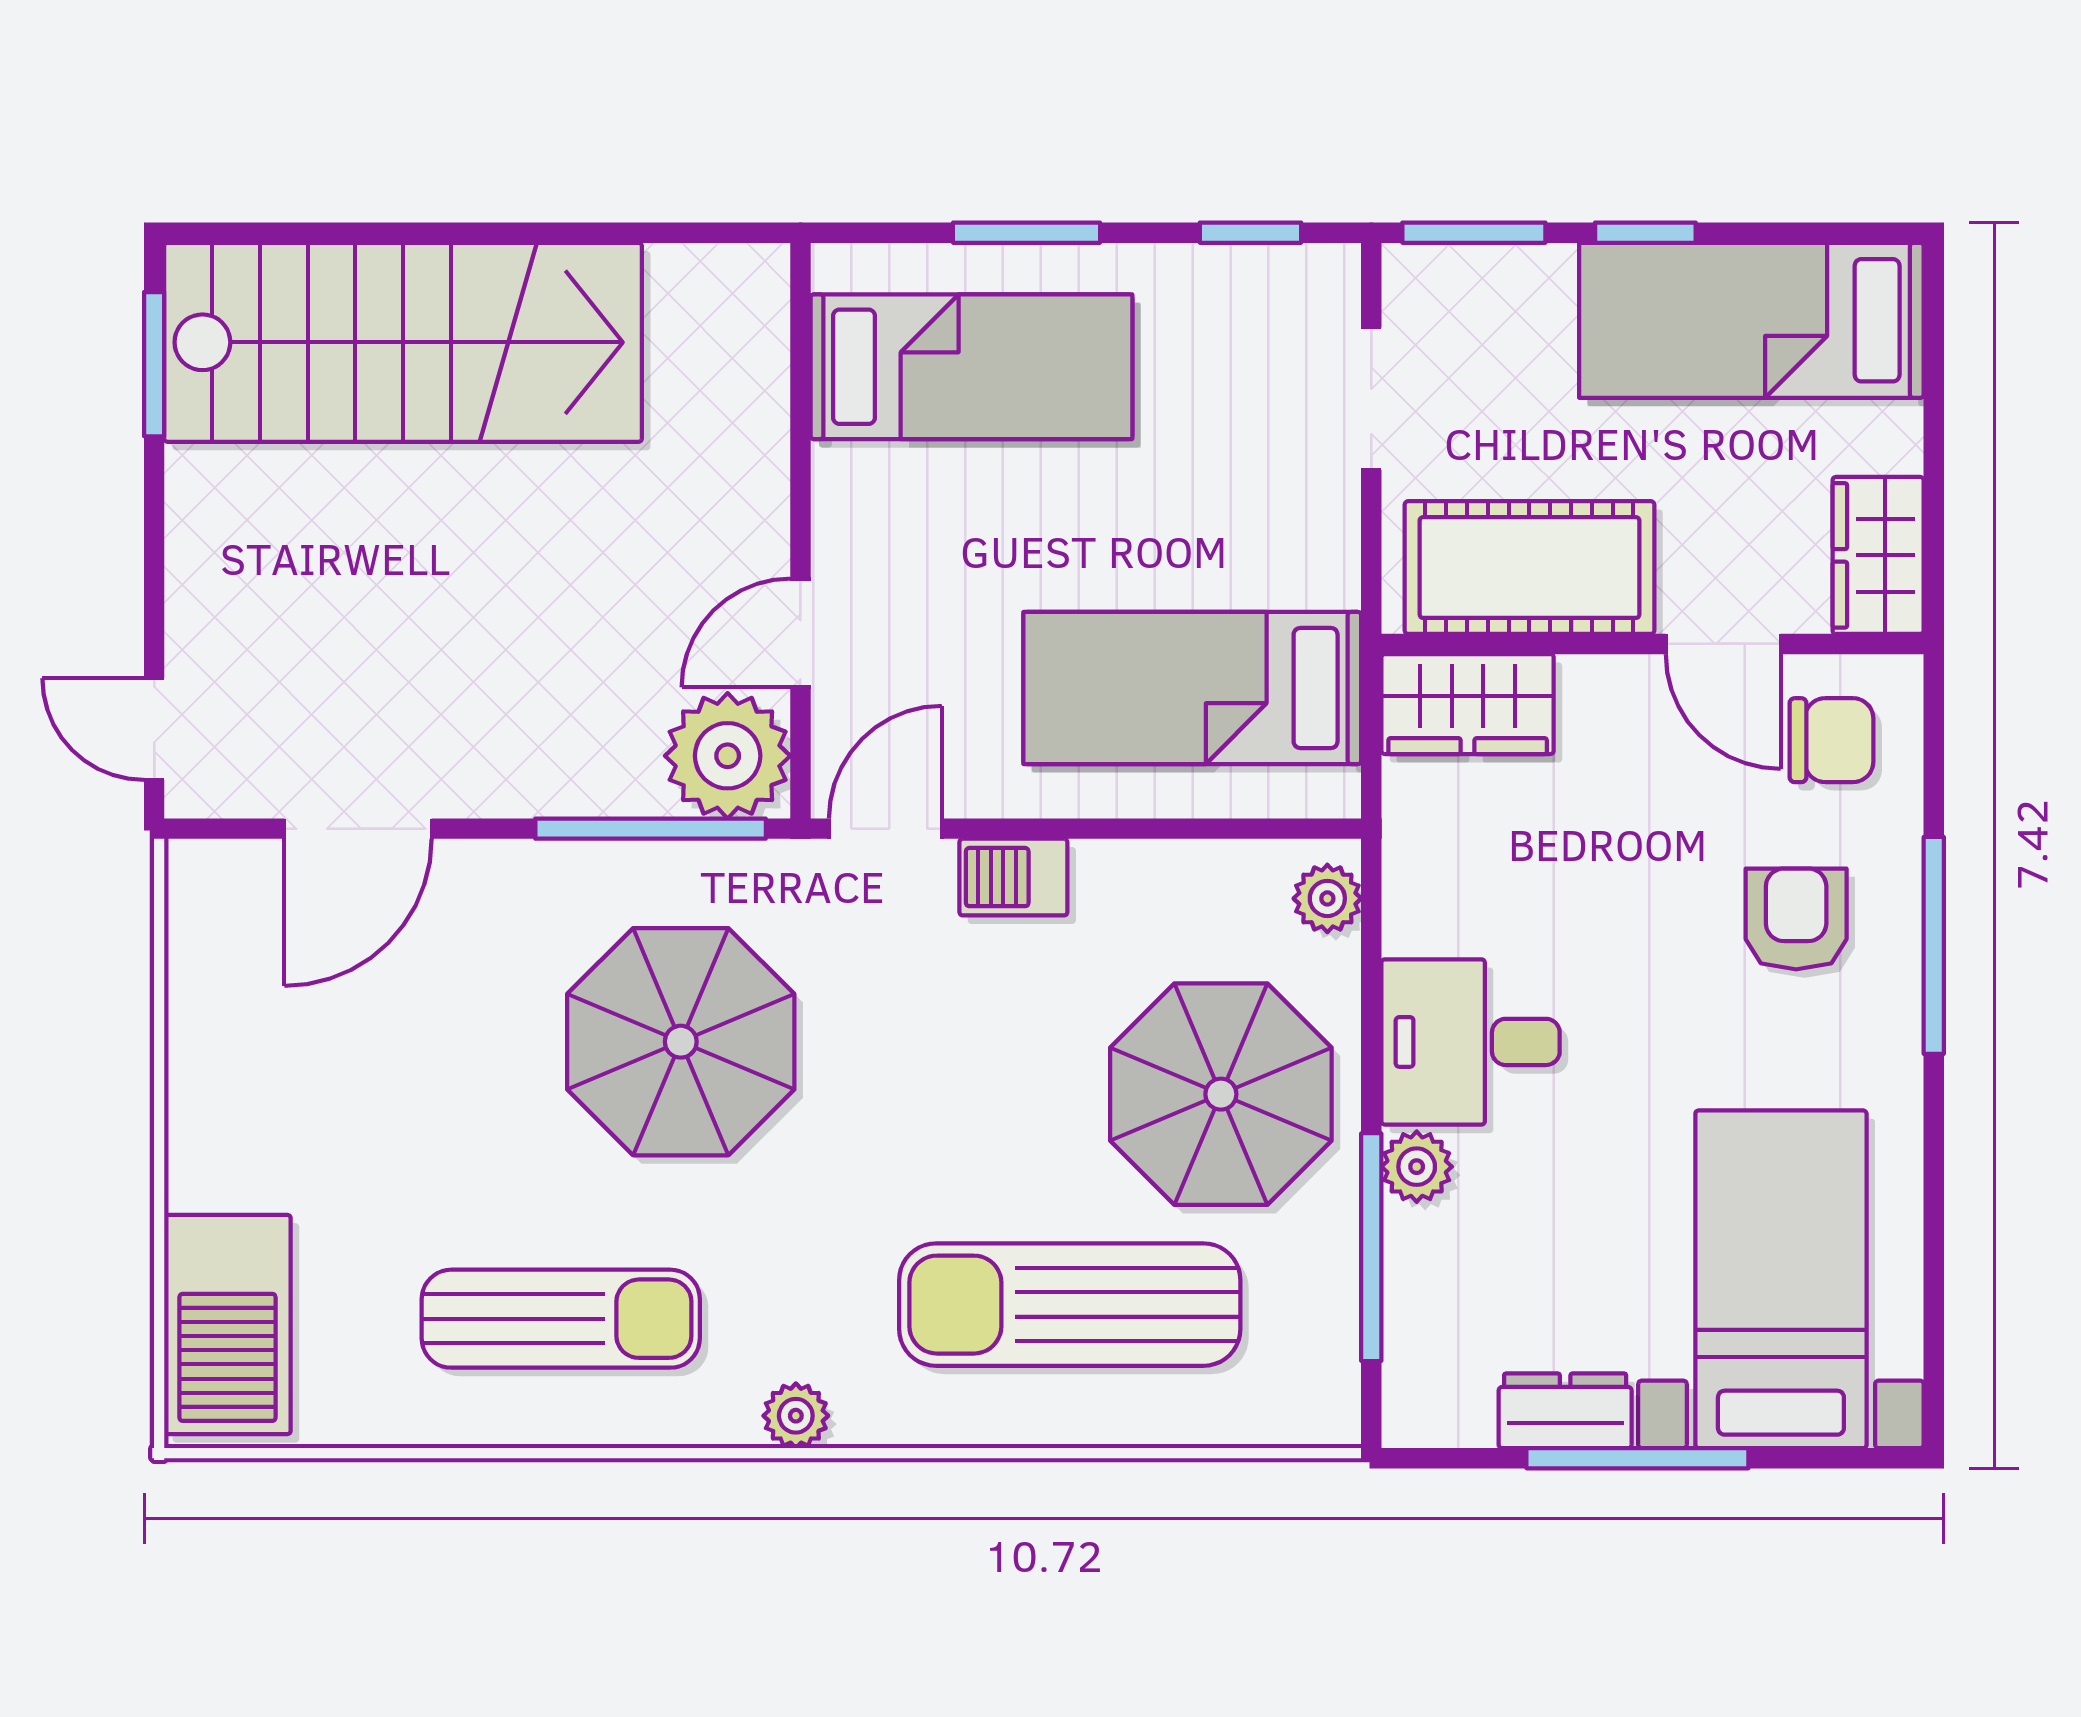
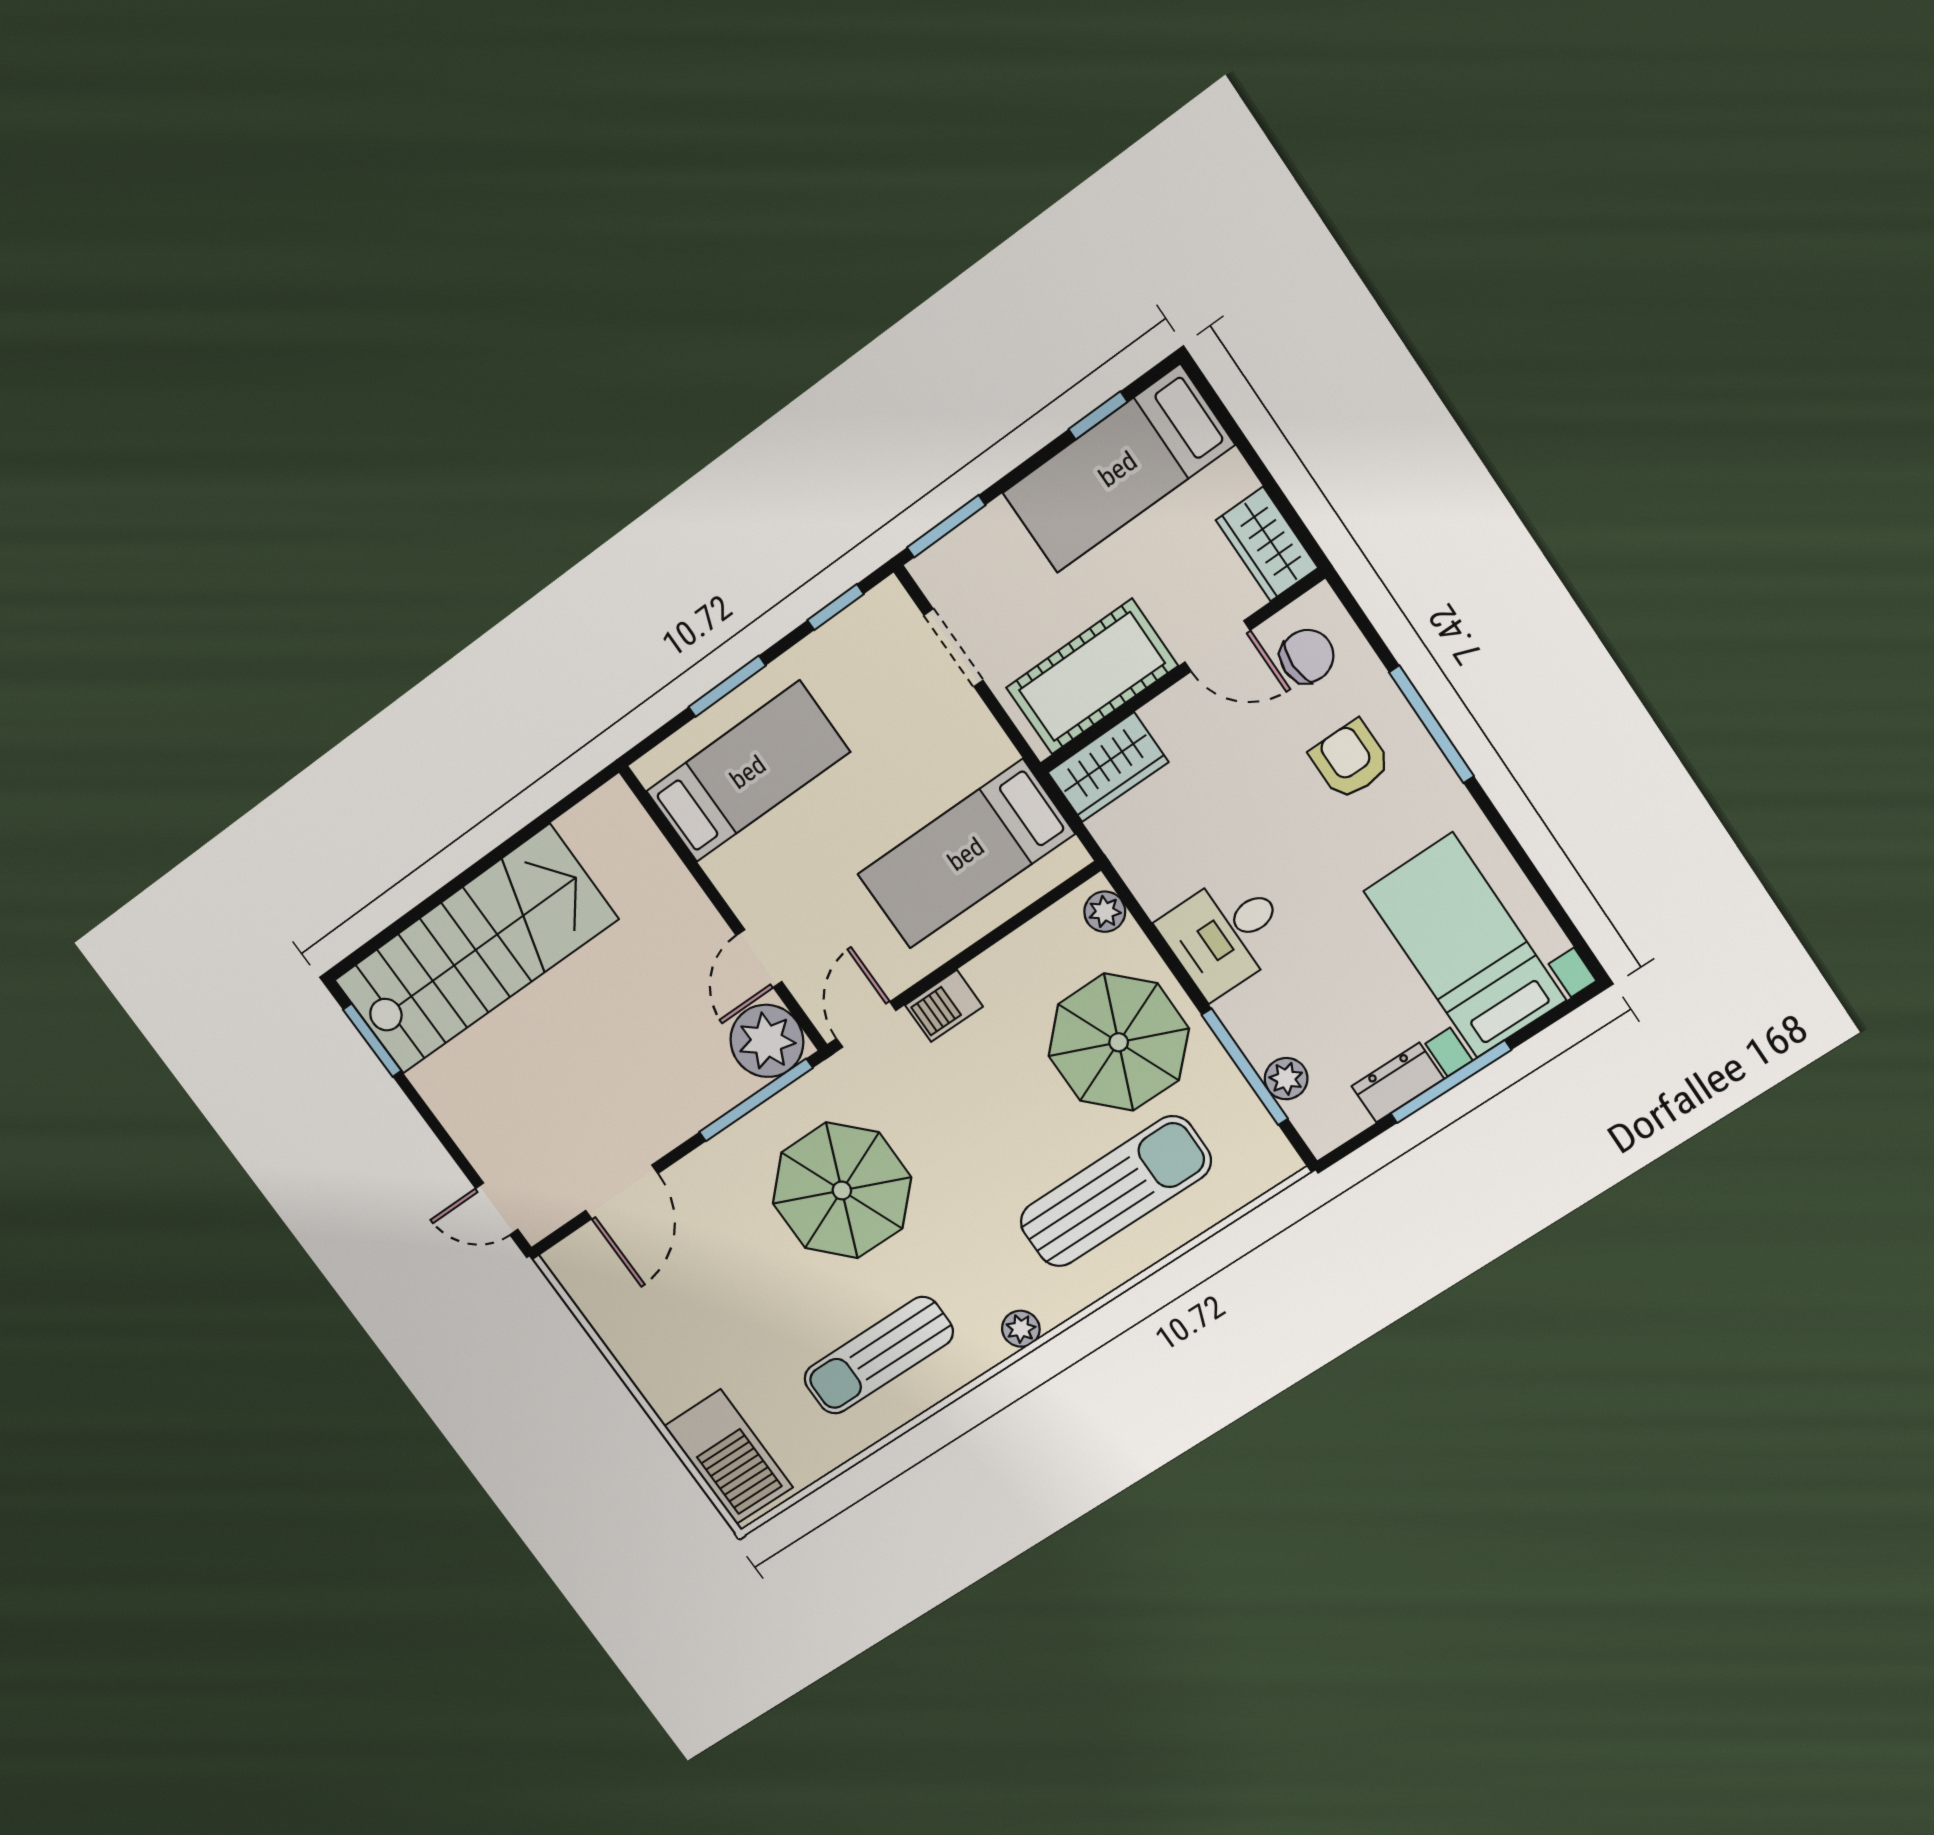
window: (1645, 233) -> (1098, 416), moved
plant: (1417, 1167) -> (1286, 1079), moved
sun lounger: (1070, 1305) -> (1115, 1192), turned 180
sun lounger: (561, 1319) -> (879, 1355), turned 180

